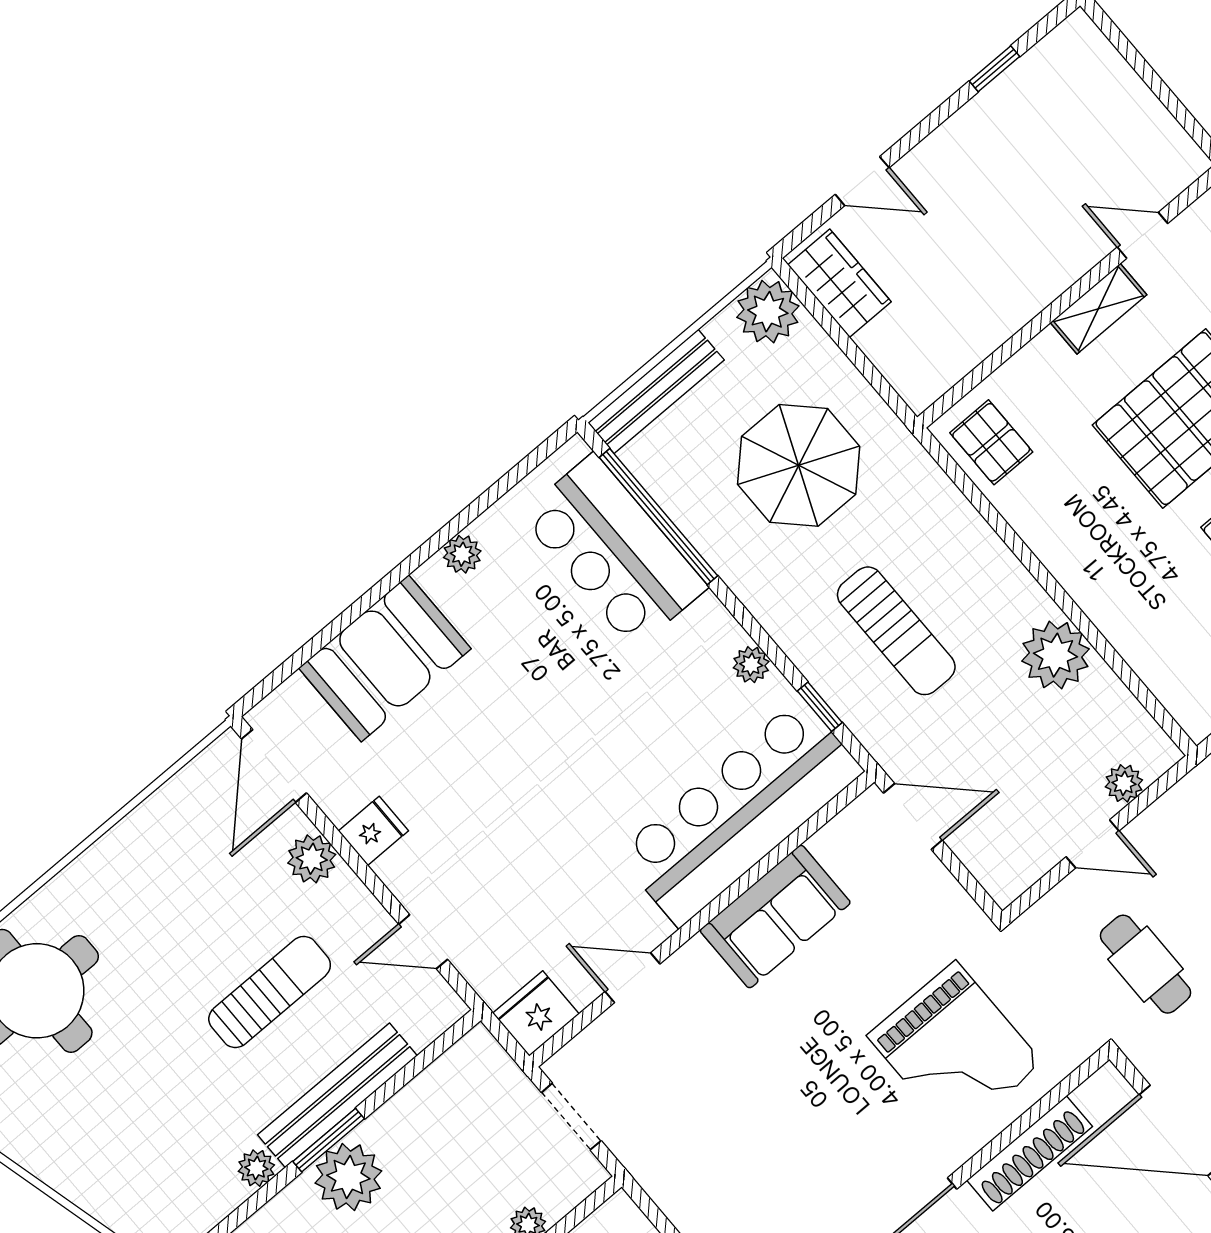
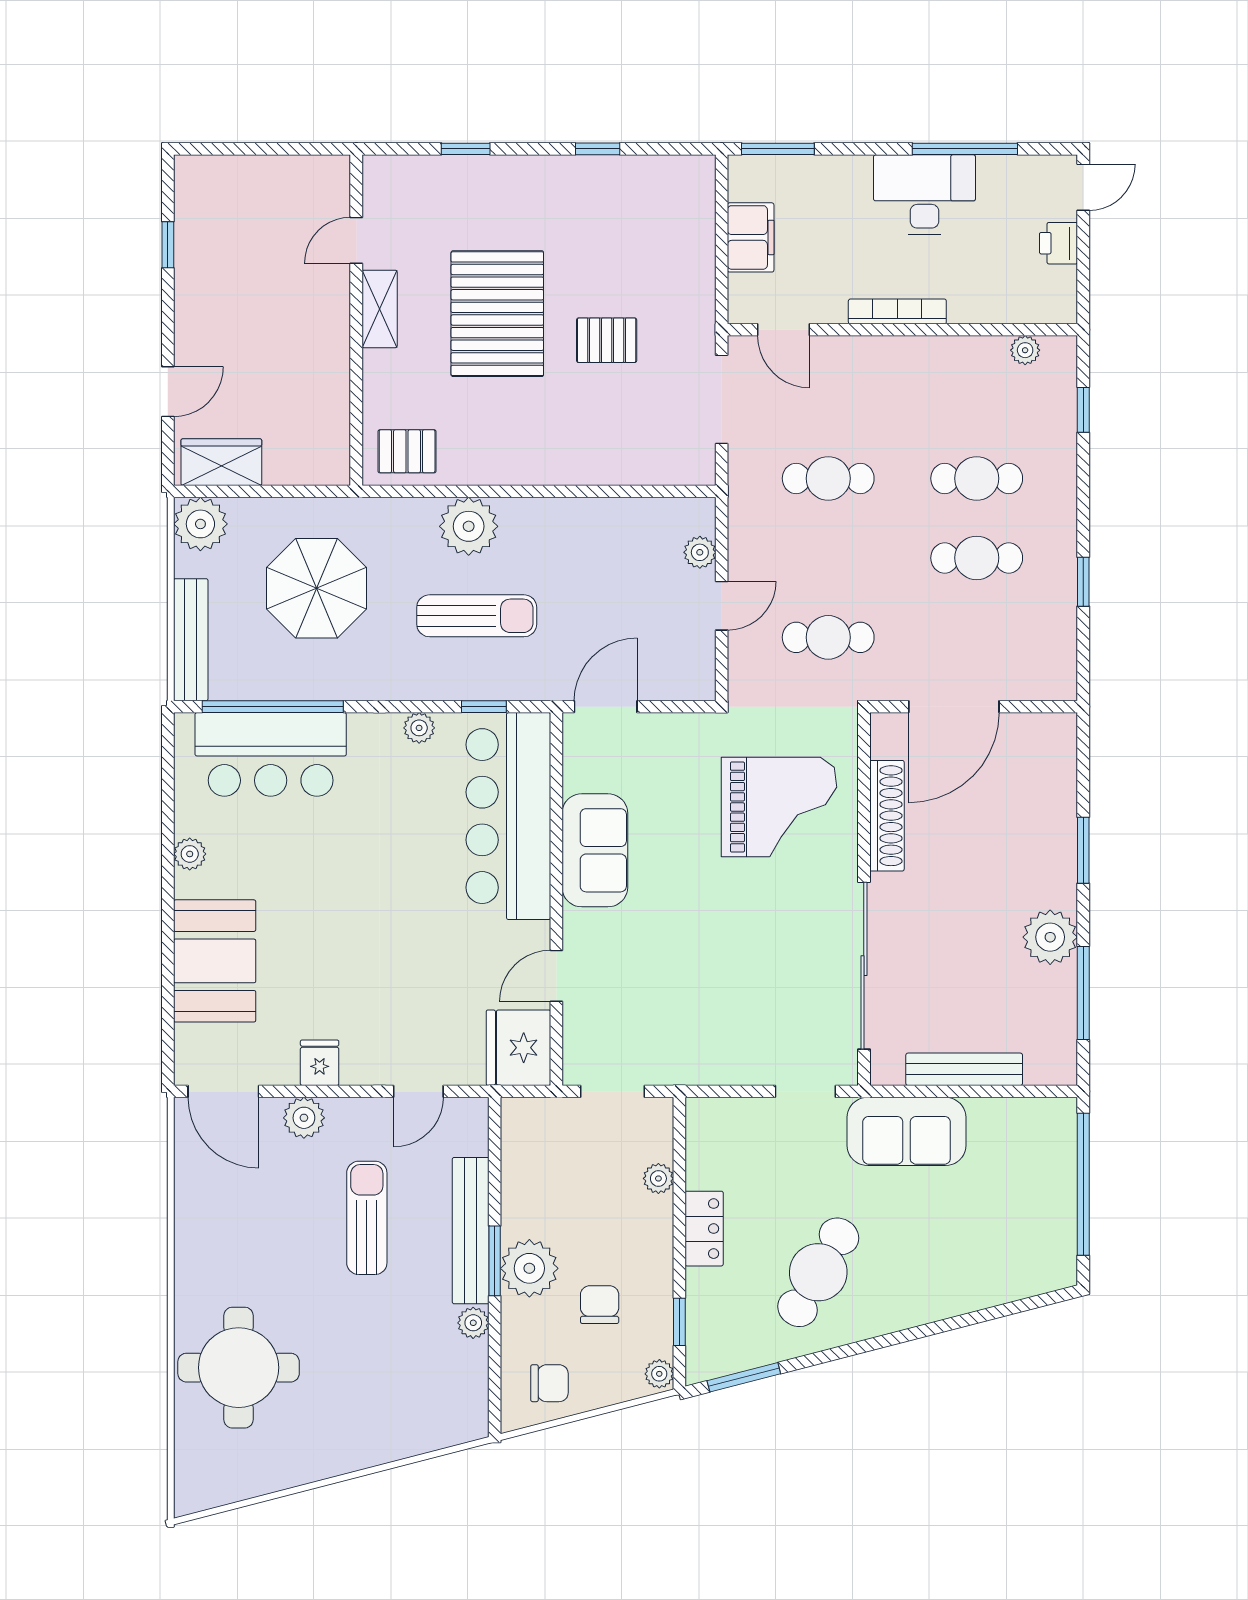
plant: (1055, 655) -> (469, 526), moved
fridge: (536, 1014) -> (518, 1048), width x1.36, depth x1.34

